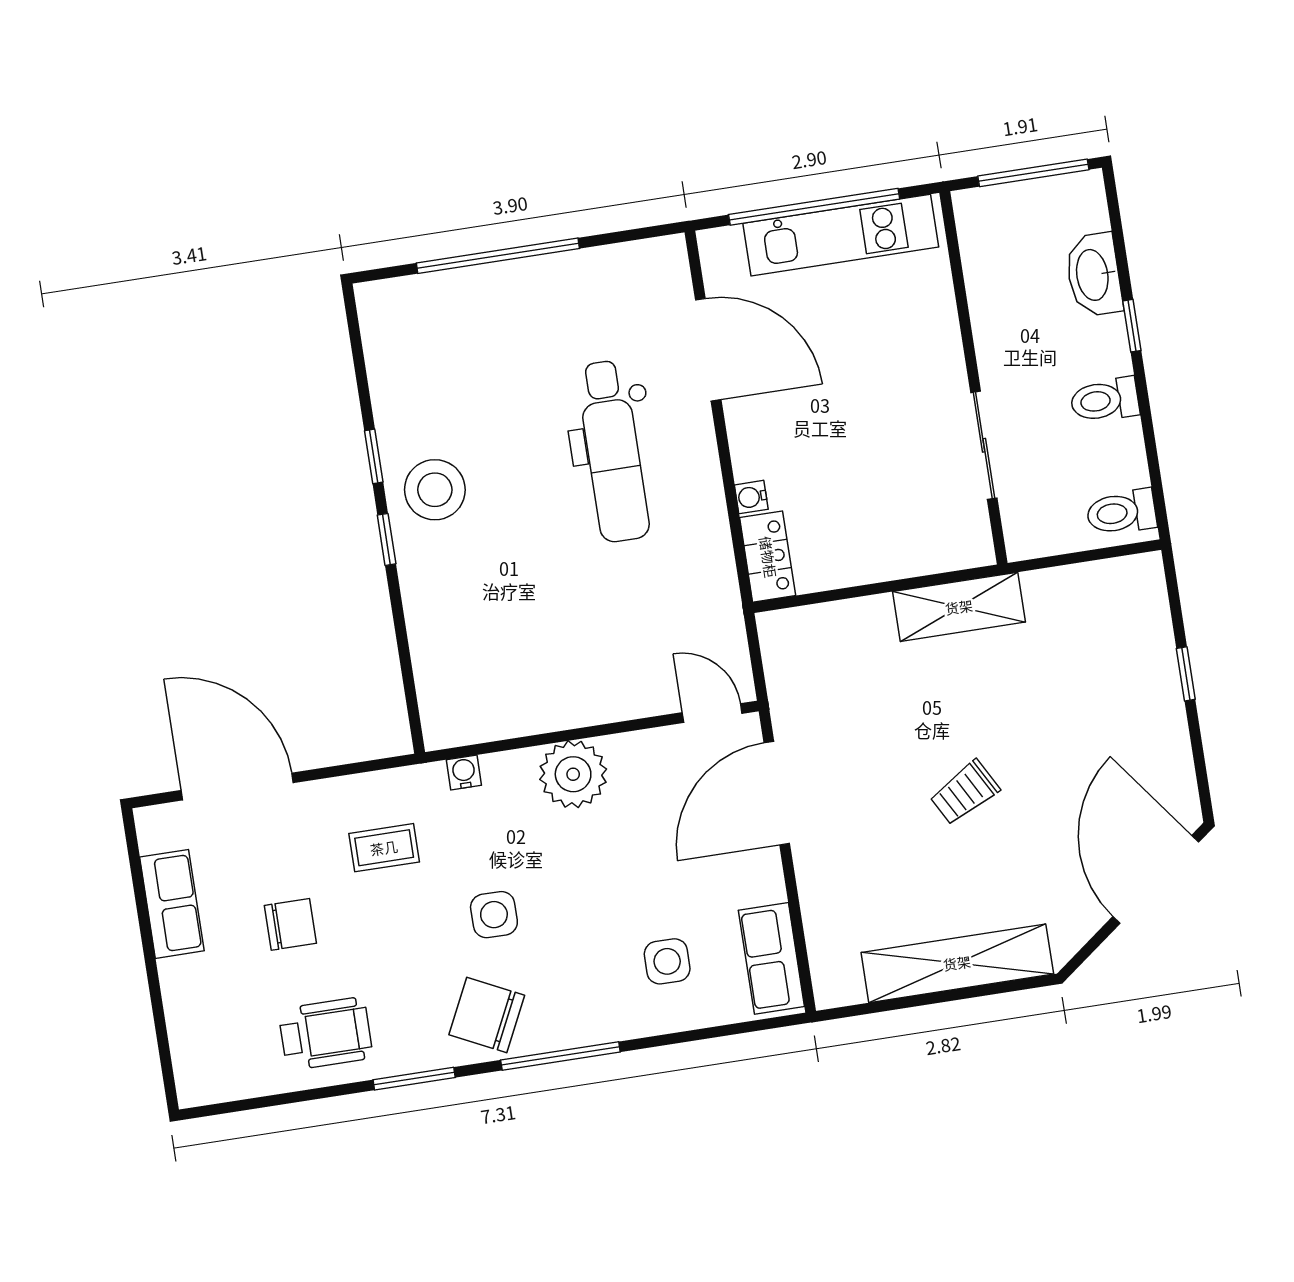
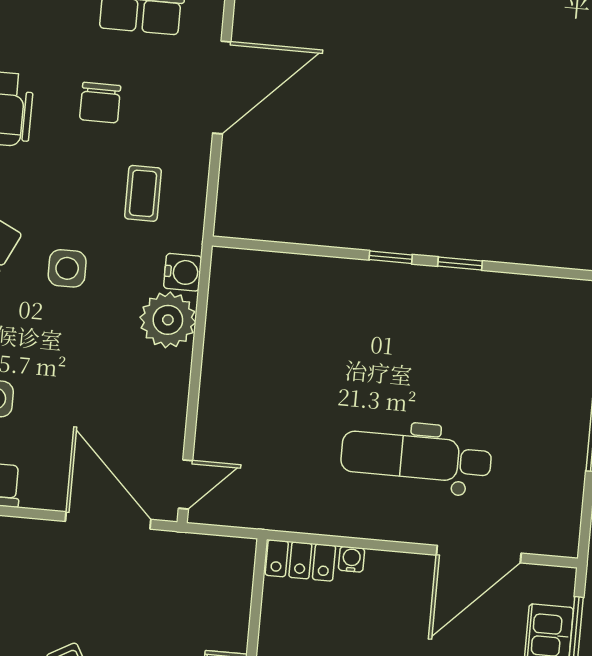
stool: (435, 490) -> (421, 306), removed
water cooler: (464, 772) -> (183, 272), width x1.38, depth x1.38
plant: (573, 774) -> (168, 320), moved

